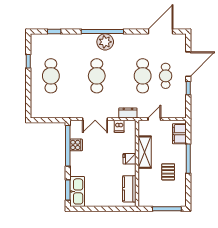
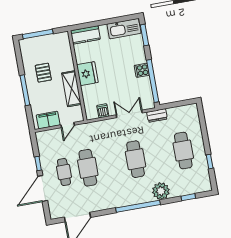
plant: (105, 42) -> (161, 191), moved
dresser: (128, 113) -> (157, 115), moved
filing cabinet: (179, 134) -> (48, 120), moved, turned -90
cooker: (76, 145) -> (142, 70), moved
fridge: (130, 159) -> (87, 74), width x1.88, depth x1.34
kitchen counter: (129, 189) -> (85, 35), moved, turned 90
kitchen sink: (77, 191) -> (124, 29), moved, turned -90

